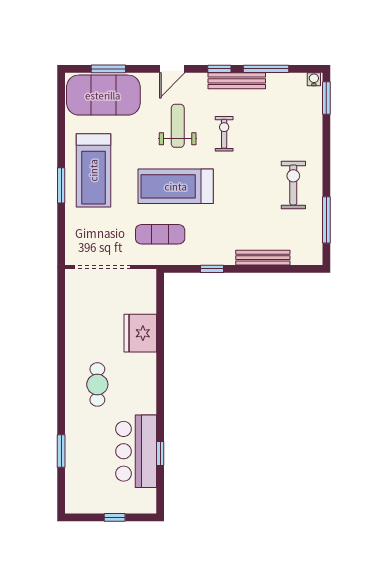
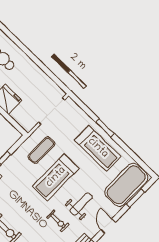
weight bench: (178, 126) -> (81, 204), turned -90
treadmill: (93, 170) -> (98, 148), turned 180
treadmill: (176, 186) -> (56, 177), turned 180

